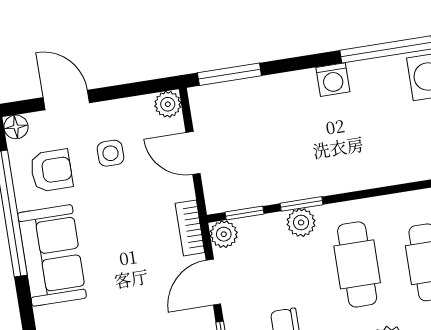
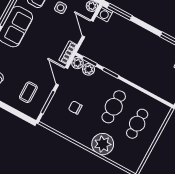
washing machine: (333, 80) -> (105, 14), moved
plant: (301, 223) -> (88, 69), moved
door: (213, 282) -> (62, 76), hinge flipped

